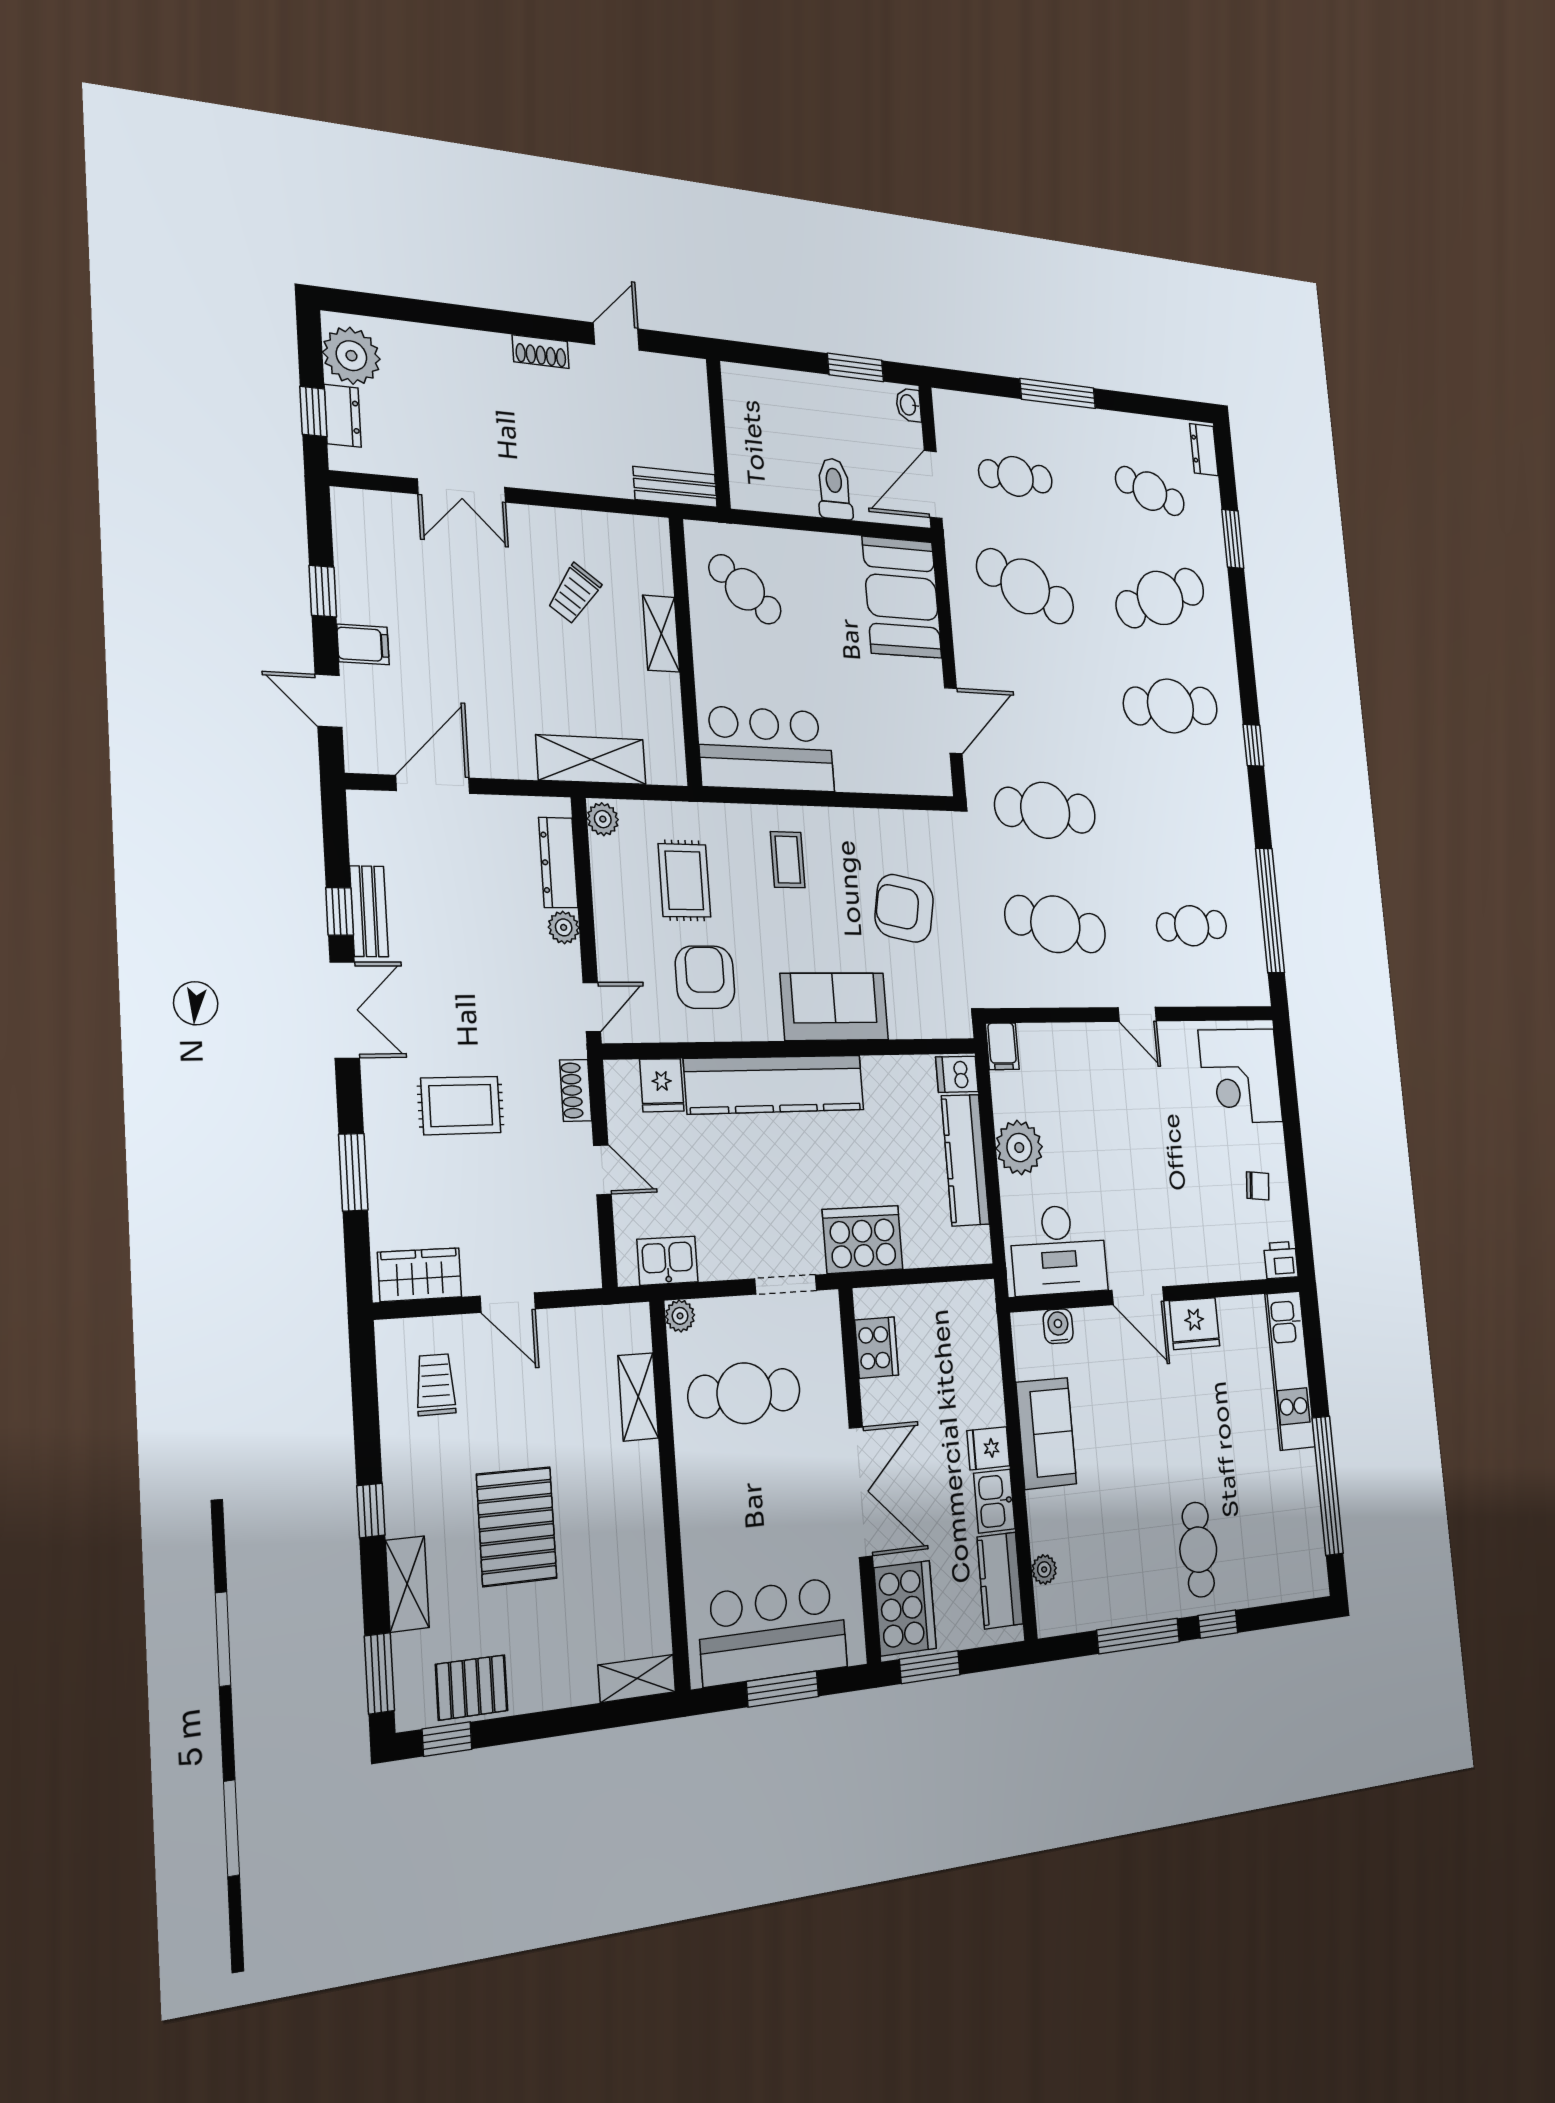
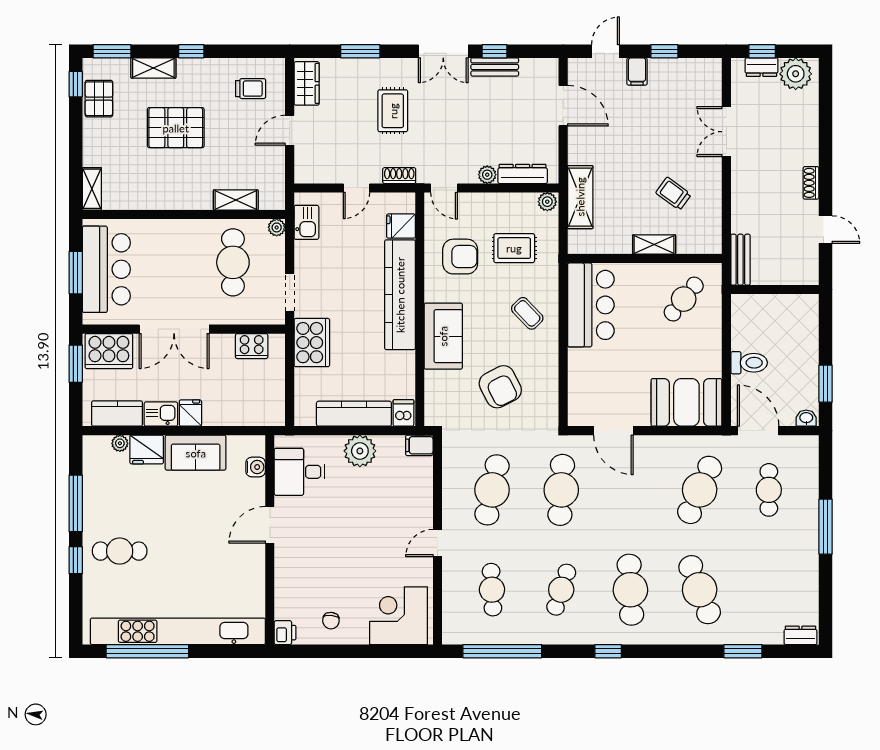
cafe table: (1150, 491) -> (561, 590), moved
coffee table: (788, 860) -> (527, 313), turned 46
armchair: (904, 908) -> (500, 387), turned 142
desk: (1058, 1250) -> (299, 472), width x0.73
fridge: (1195, 1324) -> (147, 449), moved, turned -90
kitchen unit: (1290, 1370) -> (178, 631), width x1.86

